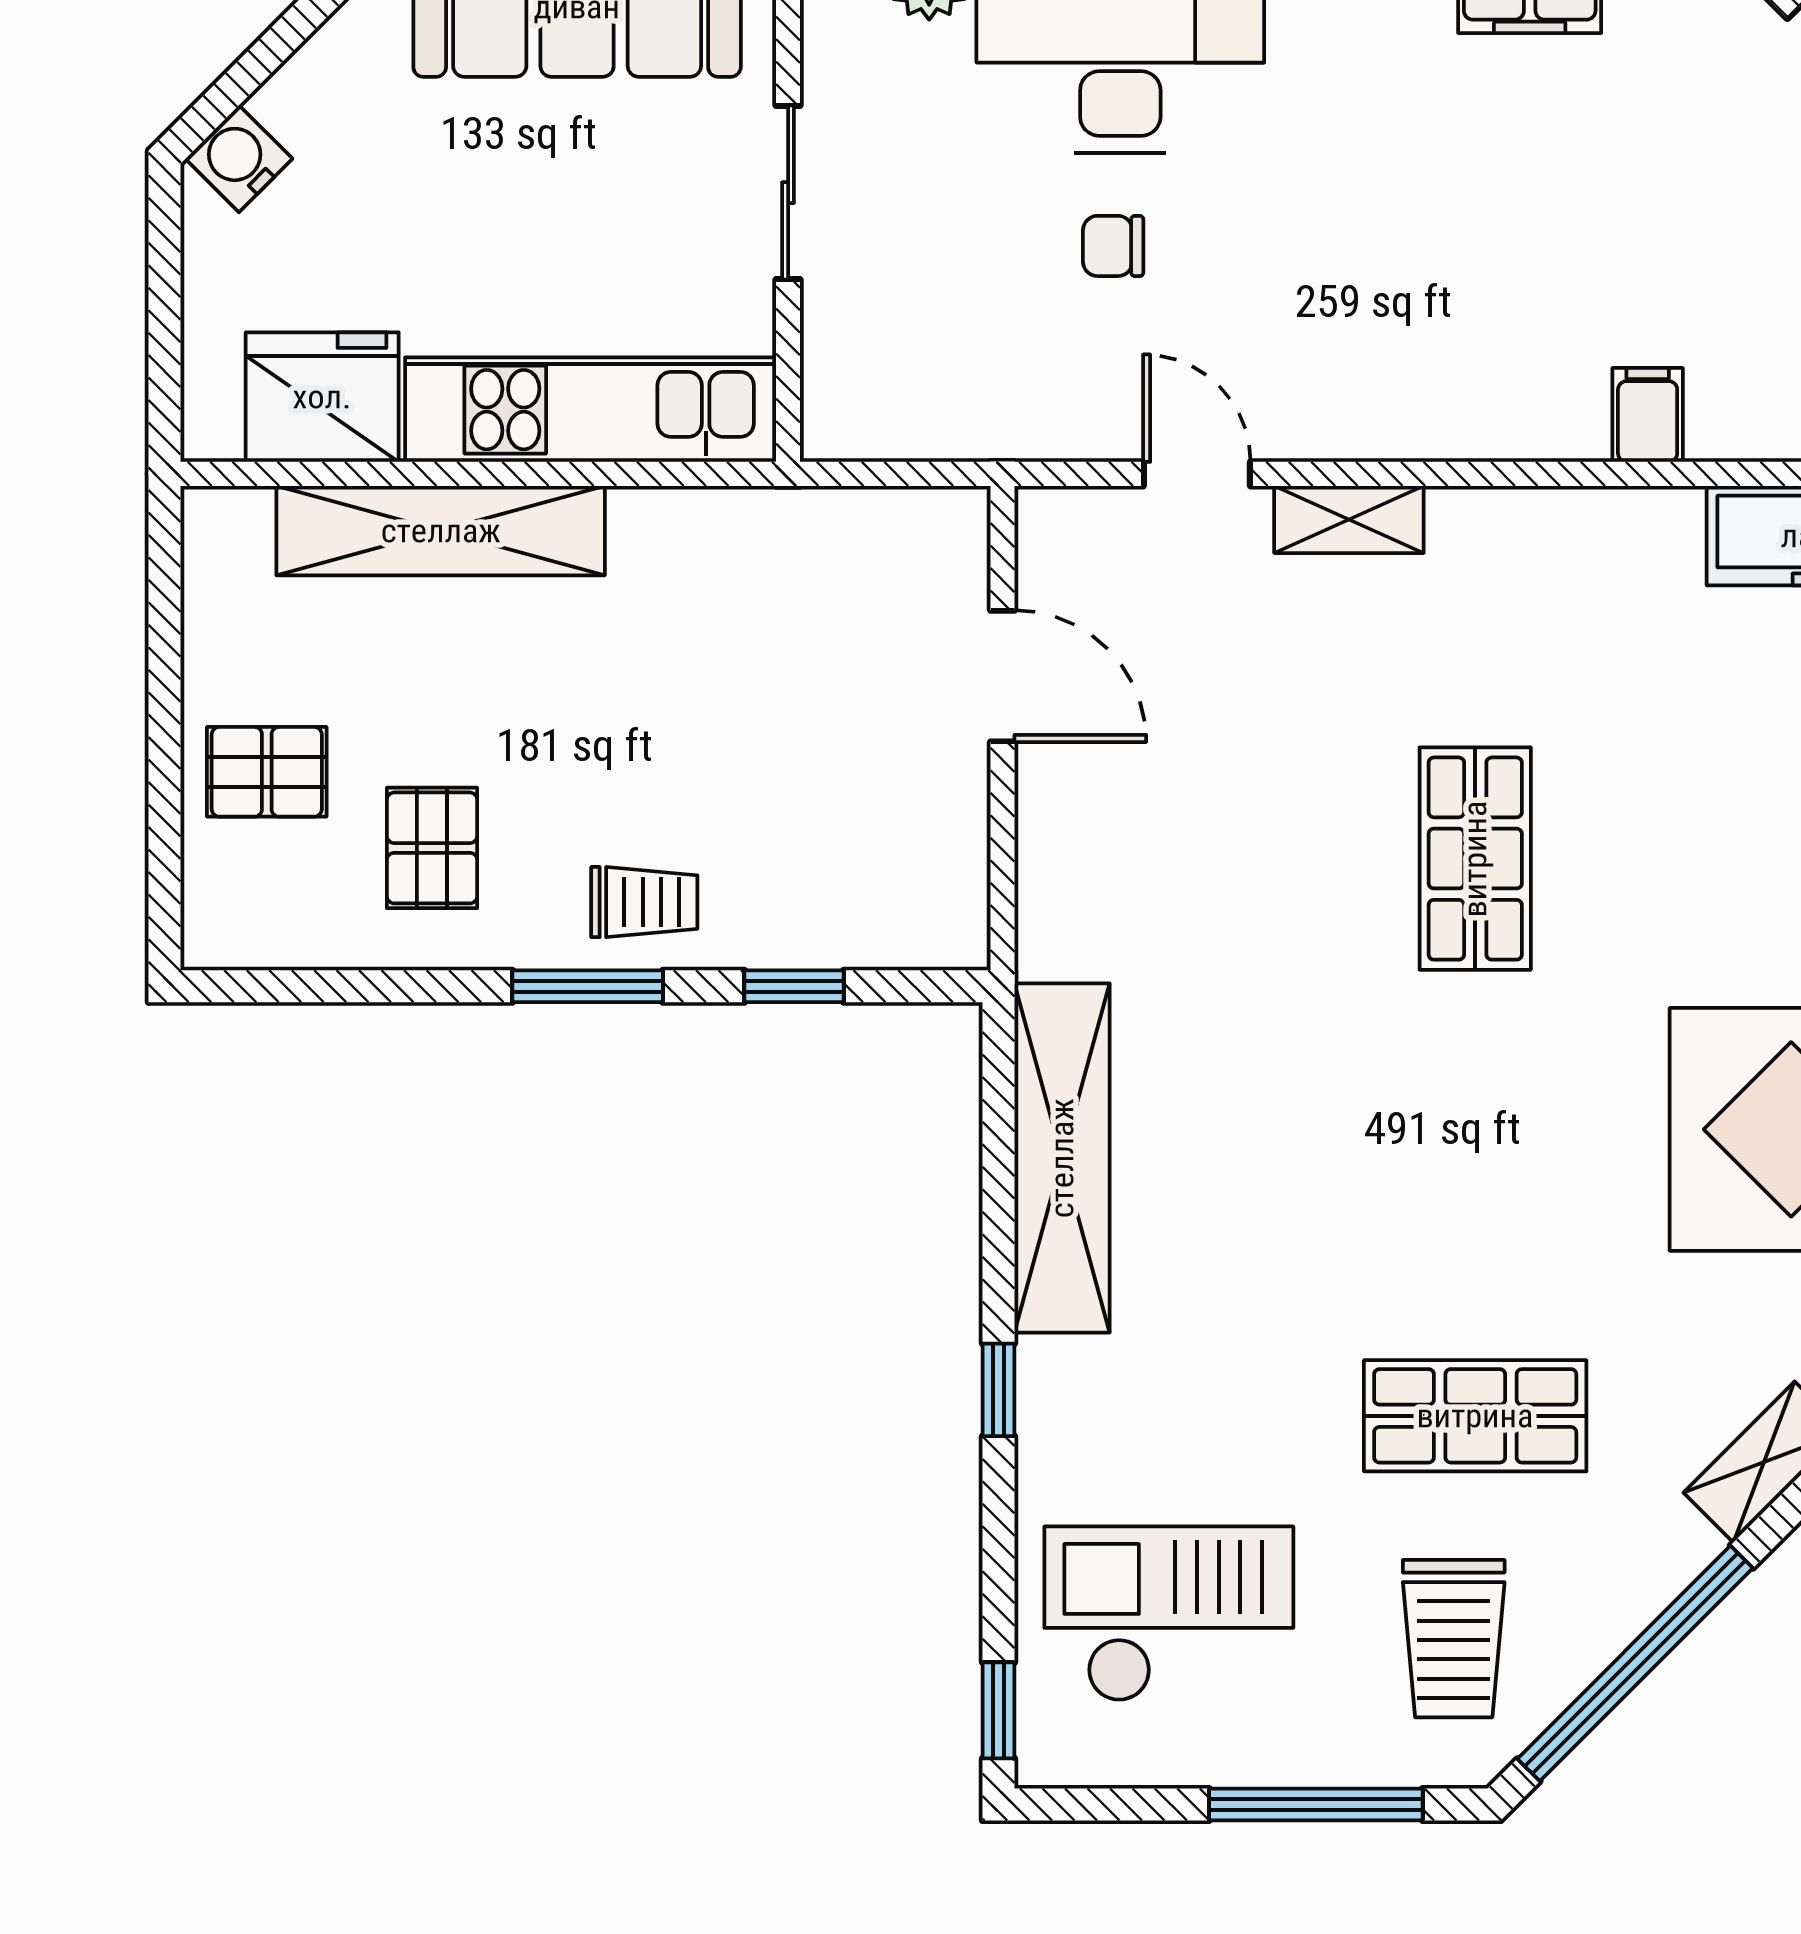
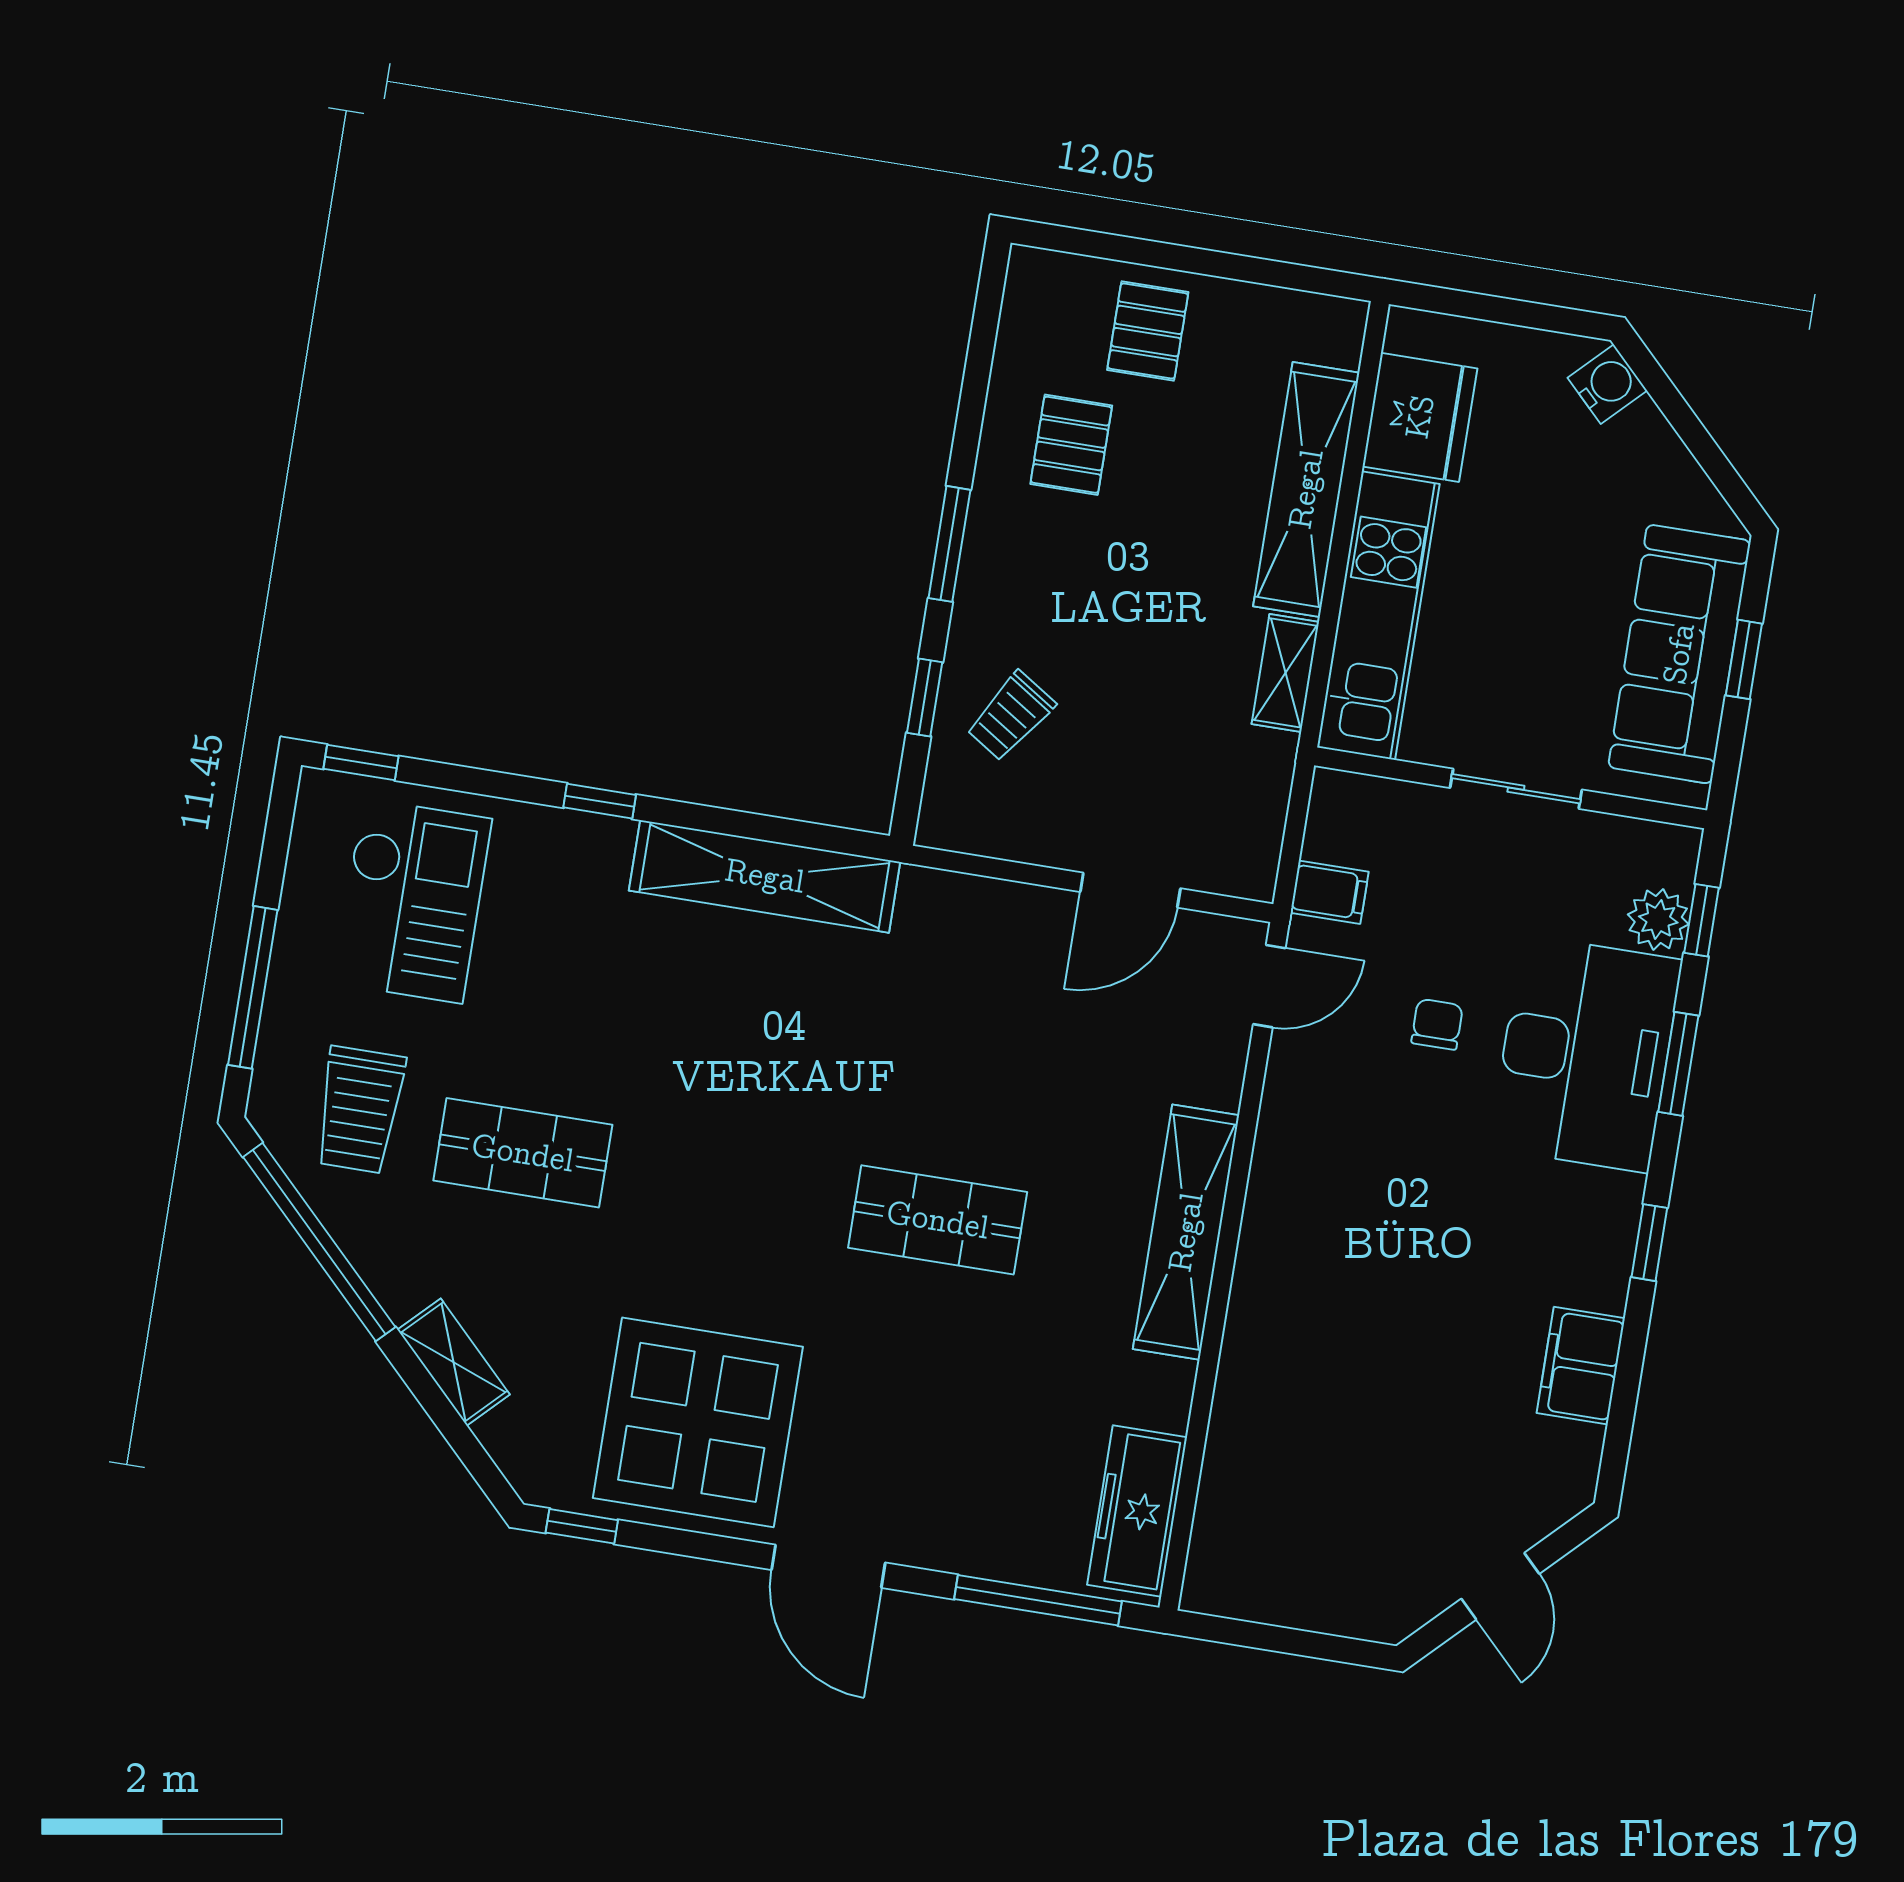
filing cabinet: (1648, 415) -> (1329, 892), moved
door: (1197, 474) -> (1269, 986), moved
shelving: (685, 519) -> (1285, 673), added
shelving: (1349, 519) -> (1186, 1232), width x2.20, depth x1.33
pallet: (432, 848) -> (1071, 445), turned 90
trolley: (644, 902) -> (1011, 716), moved, turned 33
shop shelf: (1475, 1416) -> (523, 1153), turned 90
trolley: (1454, 1639) -> (360, 1110), turned -90

